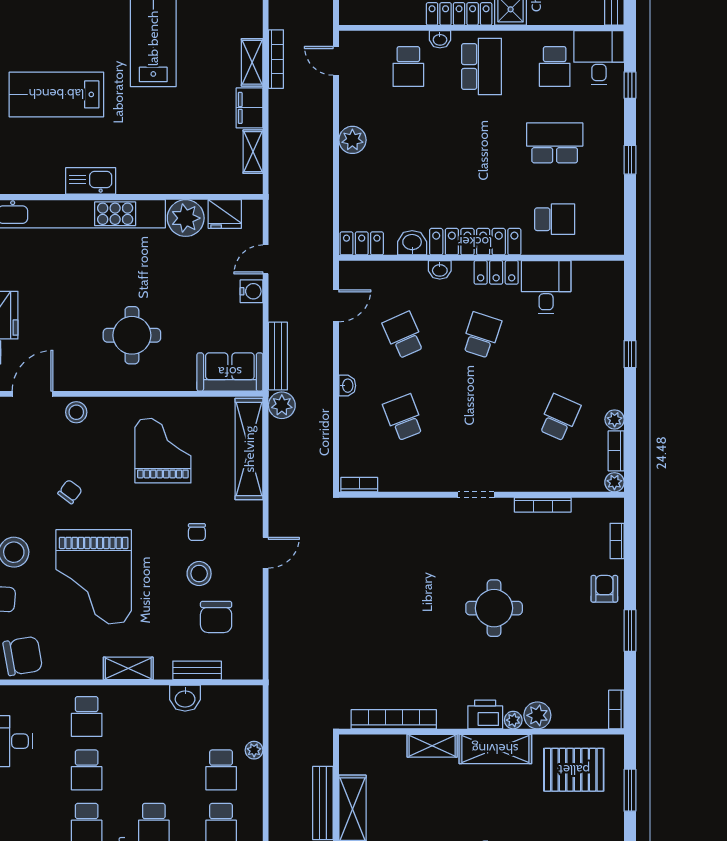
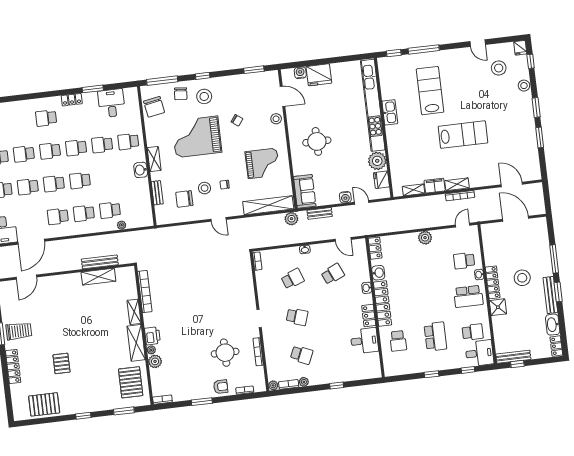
school desk: (555, 66) -> (473, 332), turned 180
school desk: (481, 335) -> (297, 317), moved
bench: (278, 356) -> (320, 213), width x0.73
round table: (494, 608) -> (225, 353), moved
washbasin: (185, 698) -> (141, 170), moved

